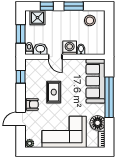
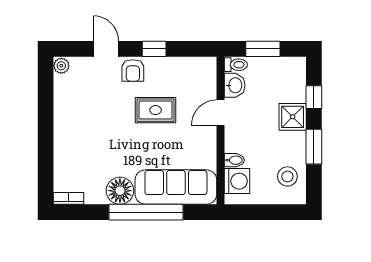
shower: (37, 18) -> (293, 117), moved
washing machine: (70, 48) -> (237, 181), moved
window: (21, 77) -> (154, 49), moved
floor lamp: (98, 123) -> (120, 191), moved
corner sofa: (64, 132) -> (82, 129), removed

